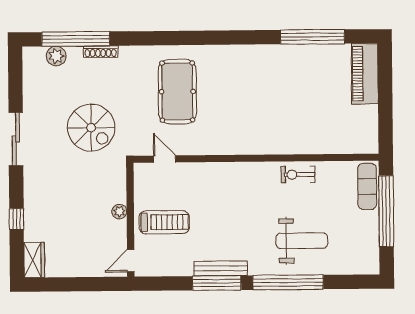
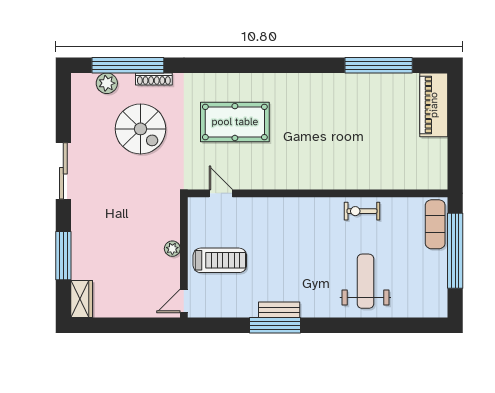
pool table: (177, 92) -> (235, 122), turned 90
spiral stairs: (91, 128) -> (141, 129), moved
window: (17, 219) -> (63, 256), width x2.17
weight bench: (302, 241) -> (365, 281), turned -90
bench: (221, 268) -> (279, 310), width x0.73
window: (288, 282) -> (350, 325), removed

